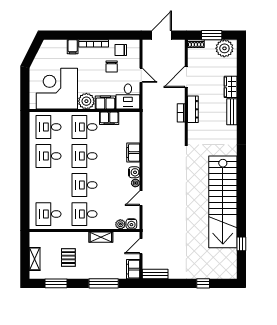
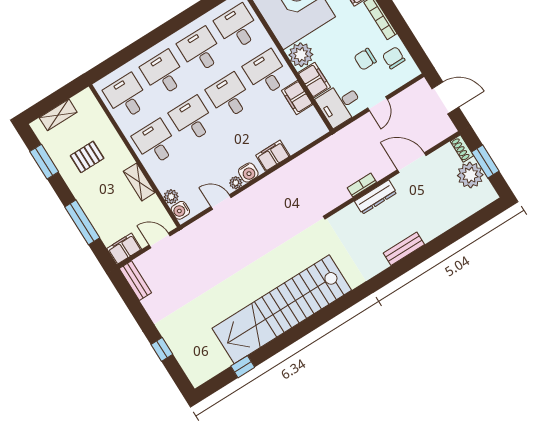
plant: (224, 48) -> (470, 175), moved
wardrobe: (231, 87) -> (434, 227), removed
desk: (49, 185) -> (164, 74), added

